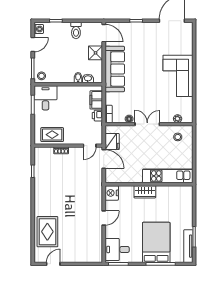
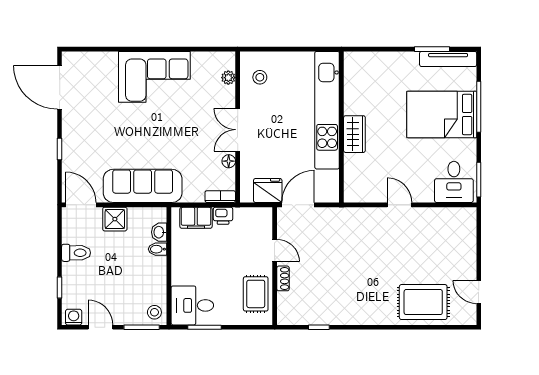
door: (104, 33) -> (81, 205), hinge flipped
door: (90, 146) -> (275, 251), moved
kitchen unit: (168, 176) -> (327, 110), width x1.36
nightstand: (112, 193) -> (356, 191), removed

